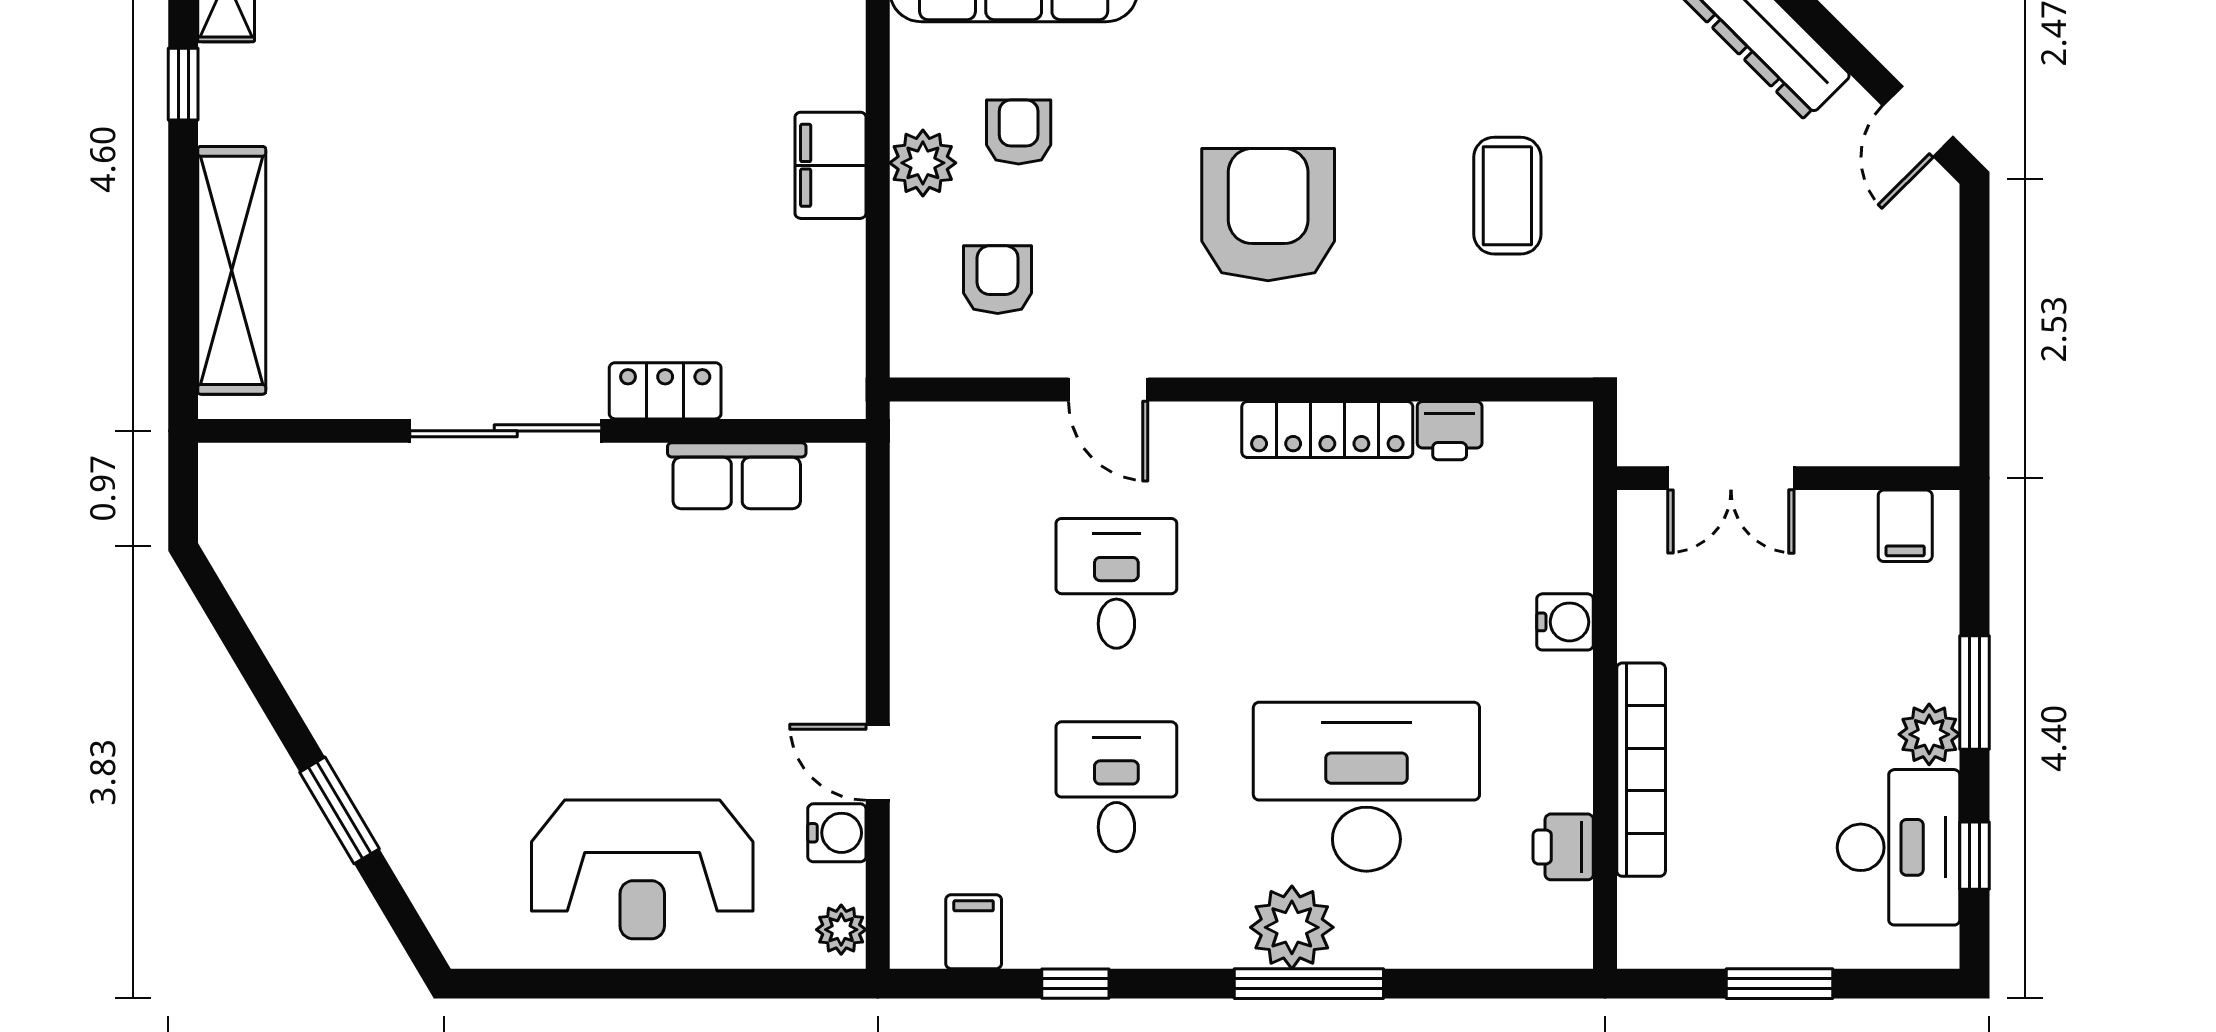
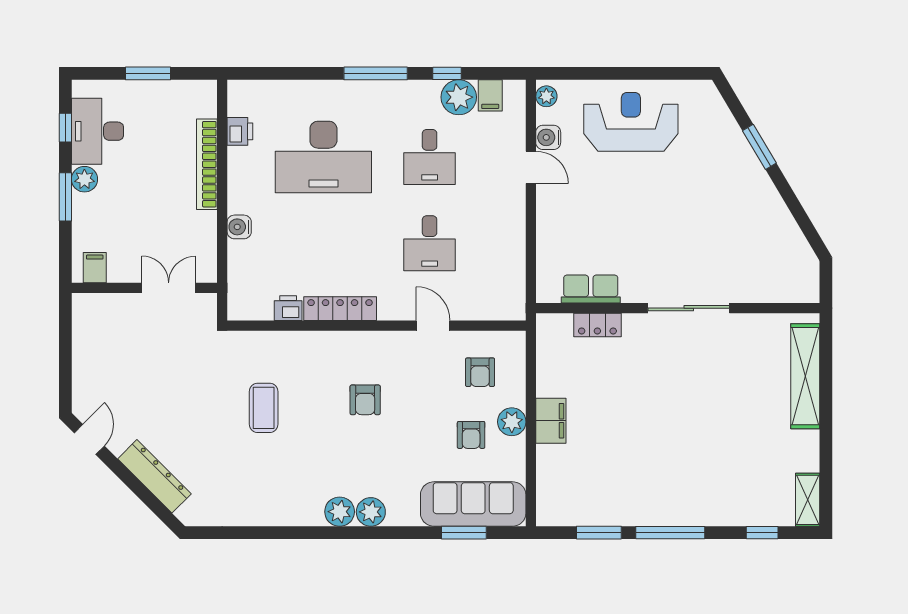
window: (183, 84) -> (826, 455), removed
armchair: (1268, 215) -> (365, 400), width x0.53, depth x0.53
locker: (665, 391) -> (597, 325), moved
plant: (1292, 927) -> (459, 97), moved
window: (1309, 984) -> (376, 73), moved

